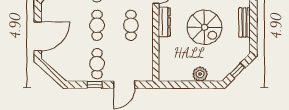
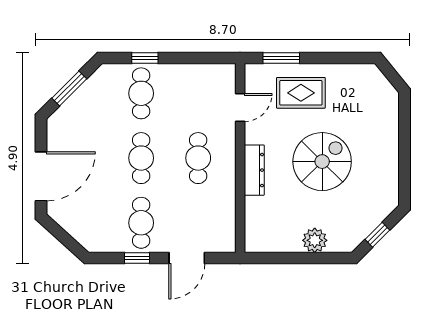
dresser: (164, 22) -> (254, 170), moved
bench: (245, 22) -> (390, 153), removed
spiral stairs: (204, 27) -> (322, 162), turned -90

